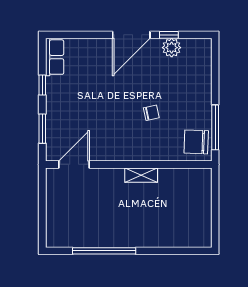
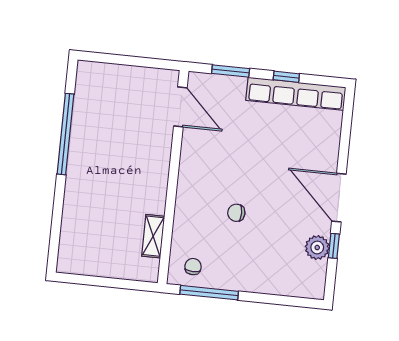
row of seats: (55, 57) -> (296, 94), width x2.02
chair: (151, 113) -> (236, 213), turned 102
chair: (196, 142) -> (193, 267), width x0.54, depth x0.54
shelving: (141, 175) -> (153, 236), moved

